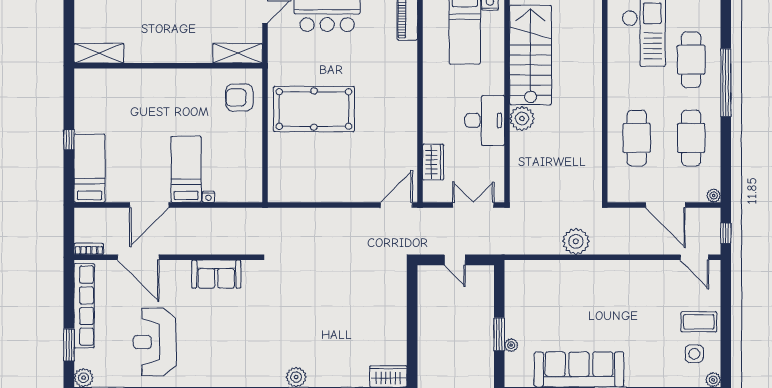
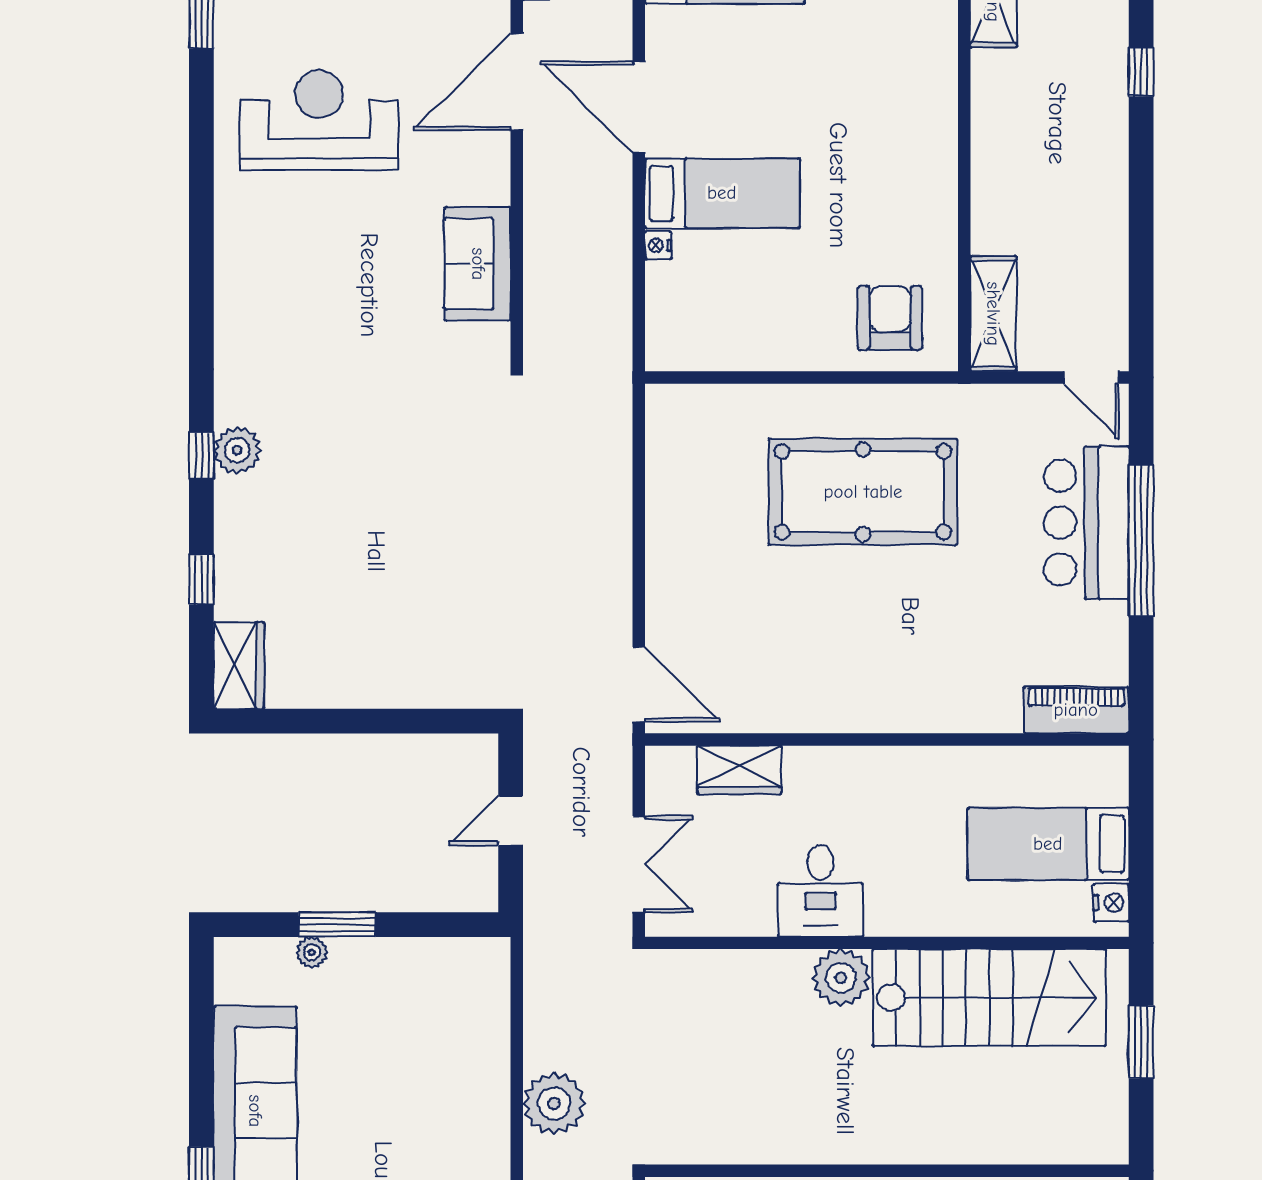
pool table: (314, 109) -> (863, 492), turned 90
desk: (485, 120) -> (821, 891), width x0.73

